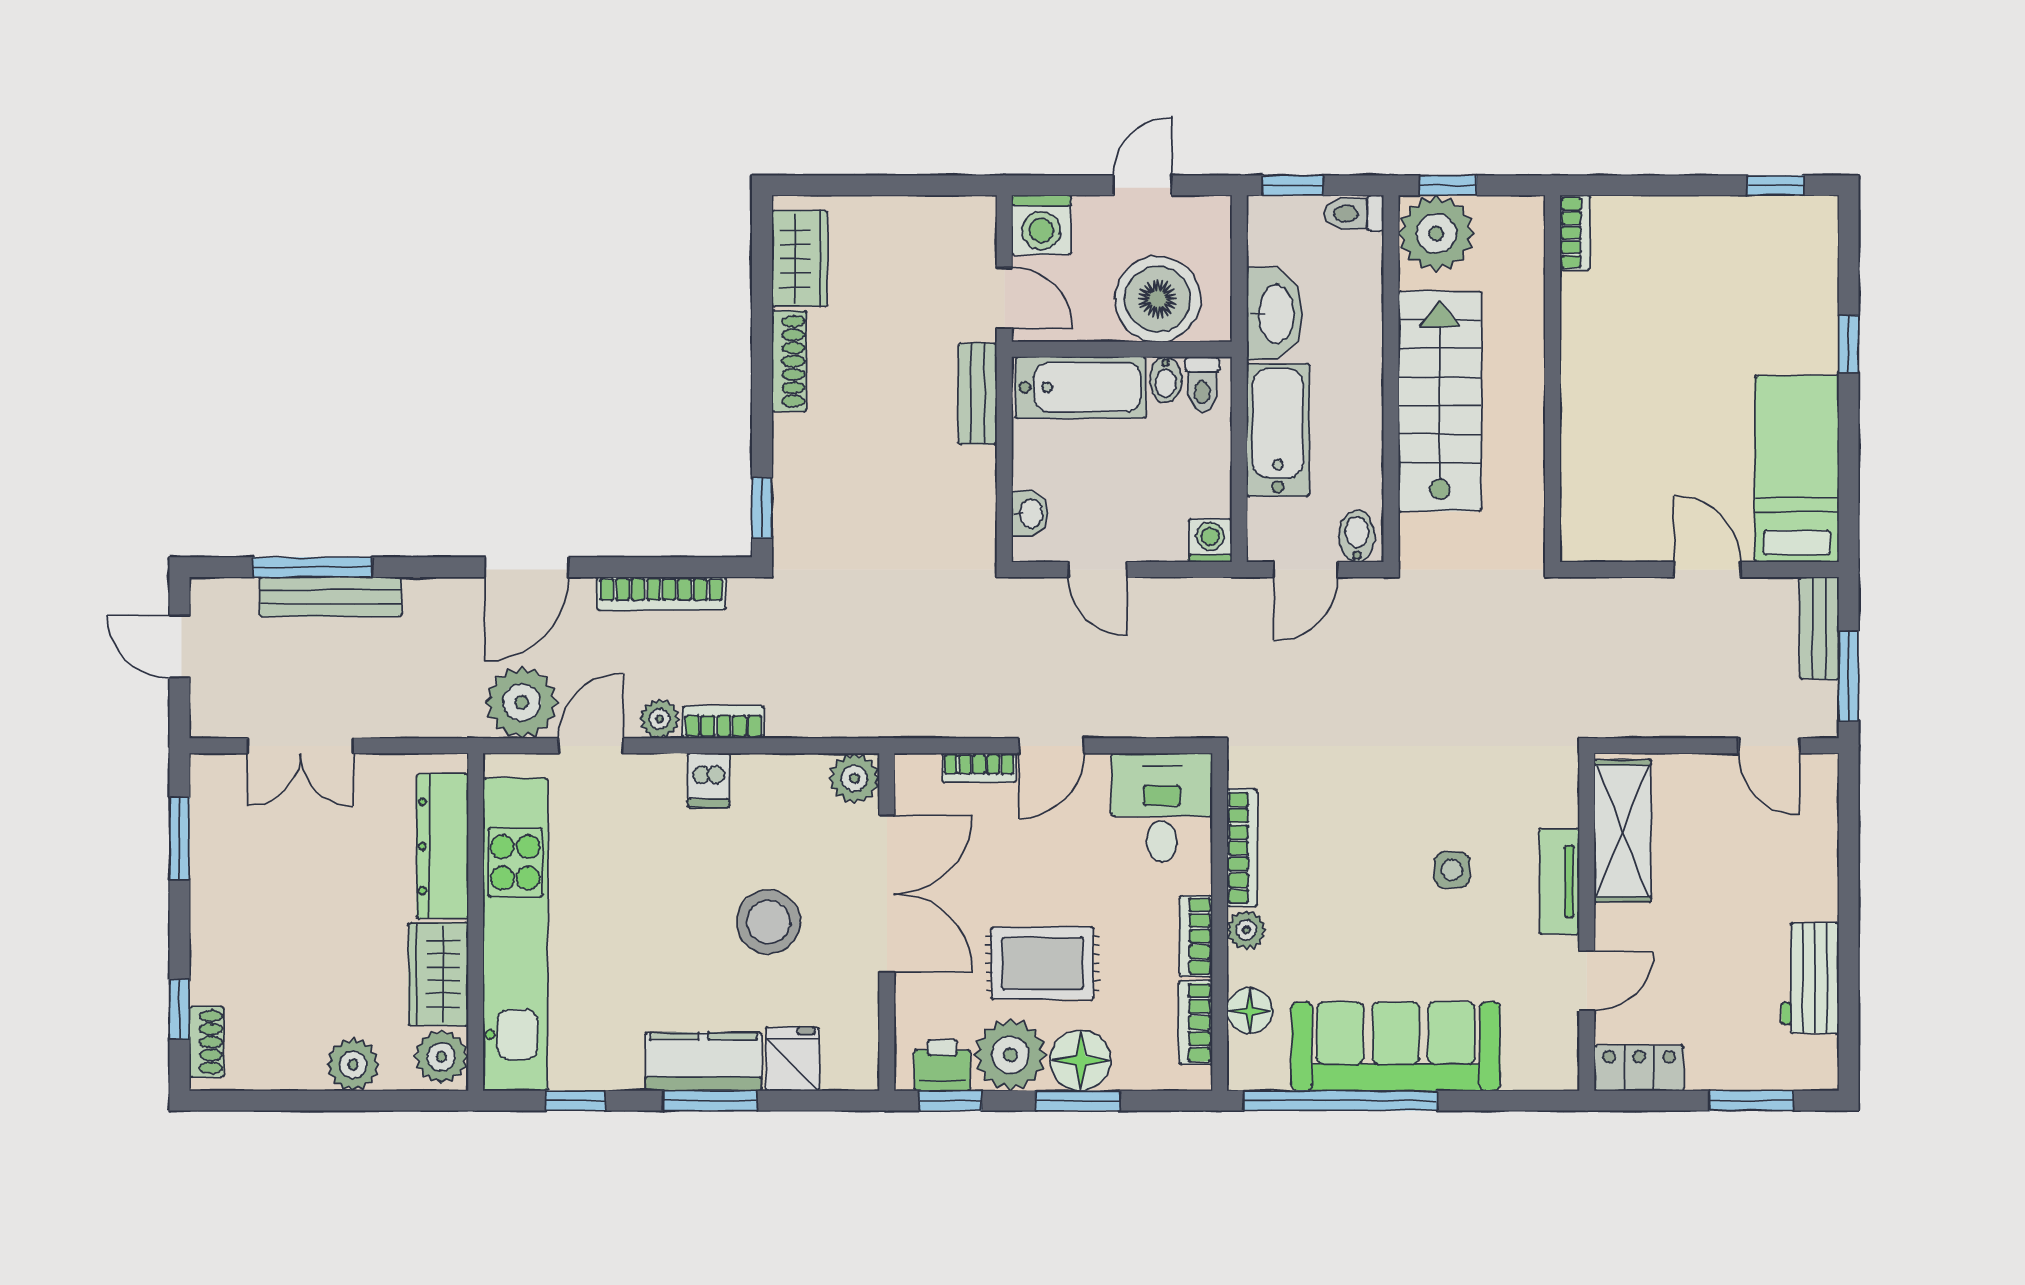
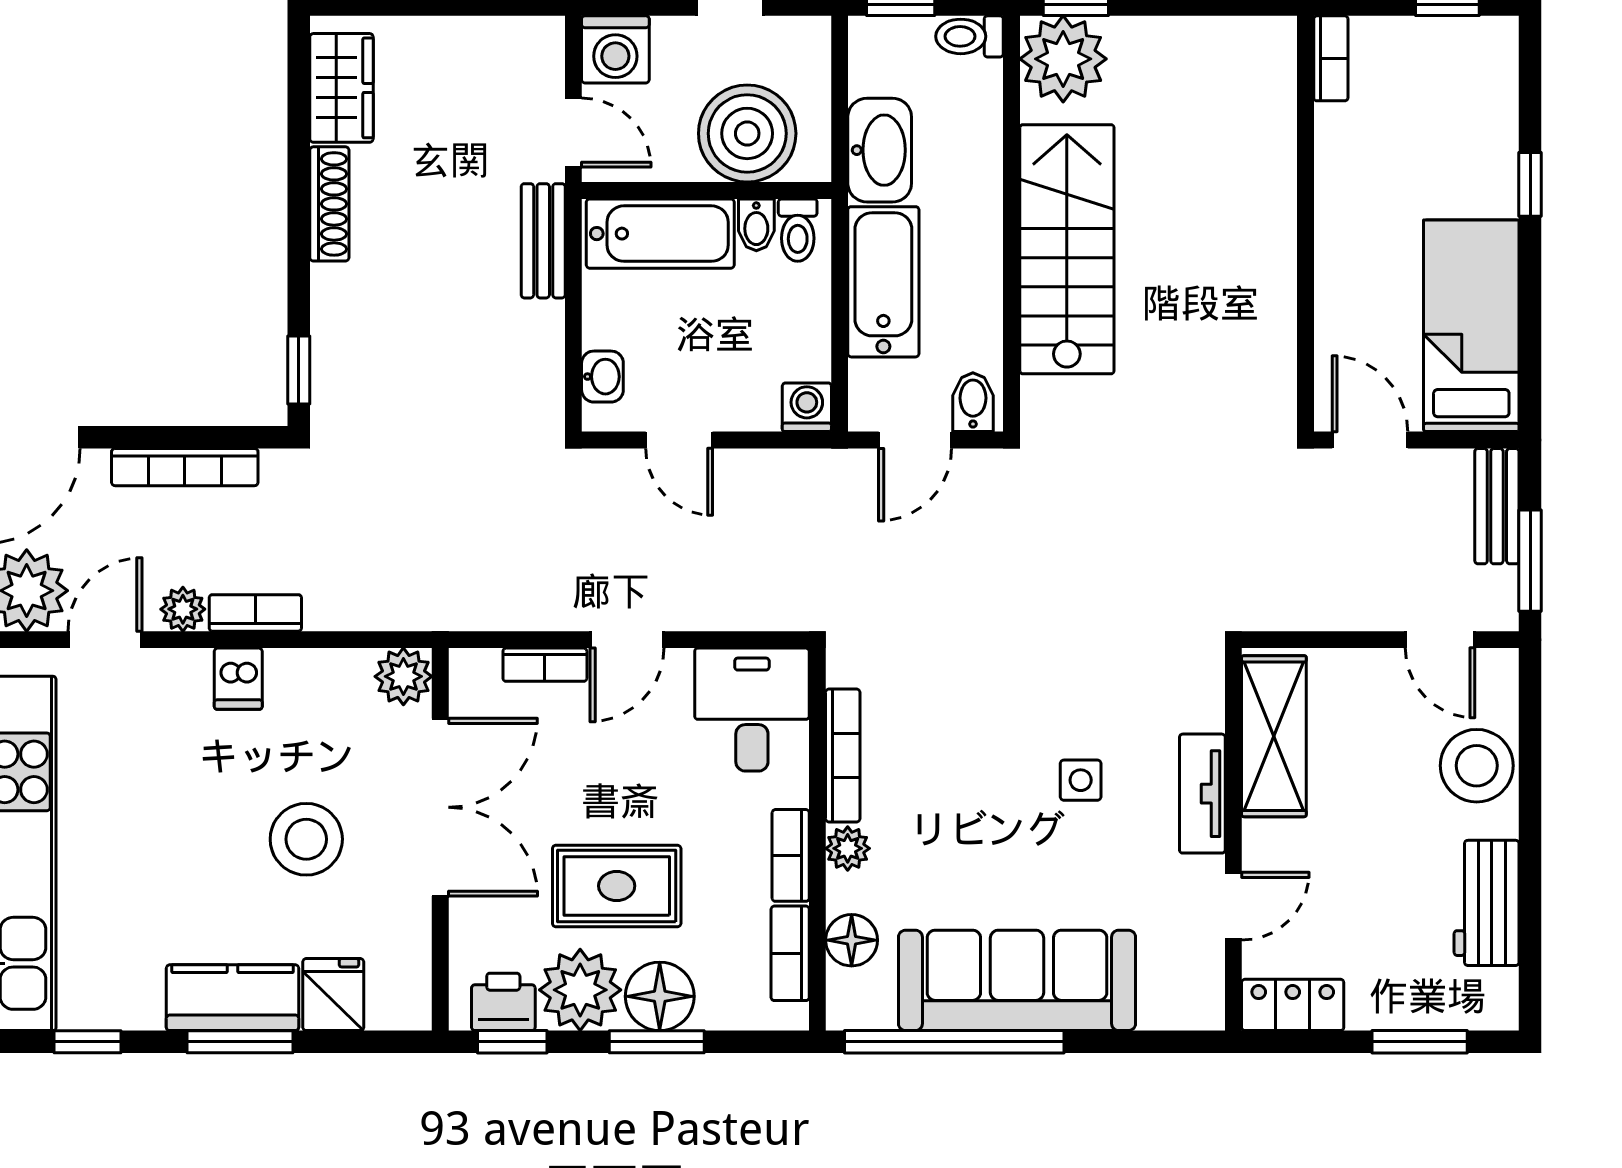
bookcase: (1575, 233) -> (1331, 58), moved
wall: (1552, 379) -> (1305, 224), moved
stool: (1801, 857) -> (1477, 766), added

